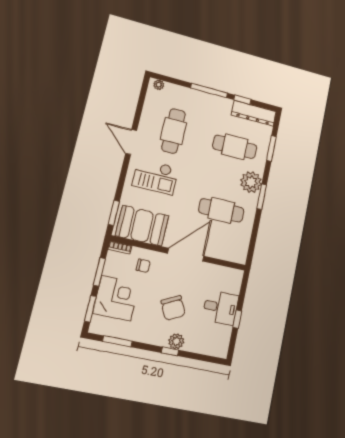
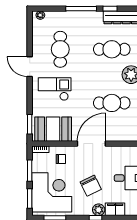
checkout: (156, 177) -> (55, 89), turned 180
corner desk: (116, 298) -> (52, 192), width x1.36, depth x1.36
filing cabinet: (197, 345) -> (115, 209), added

